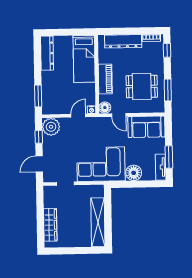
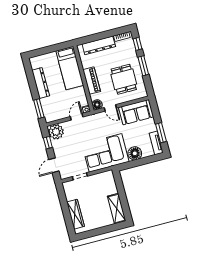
dresser: (47, 53) -> (41, 83), moved
dining table: (142, 86) -> (124, 79), turned 90
window: (168, 90) -> (143, 66), moved
shelving: (98, 222) -> (117, 209), width x0.68

